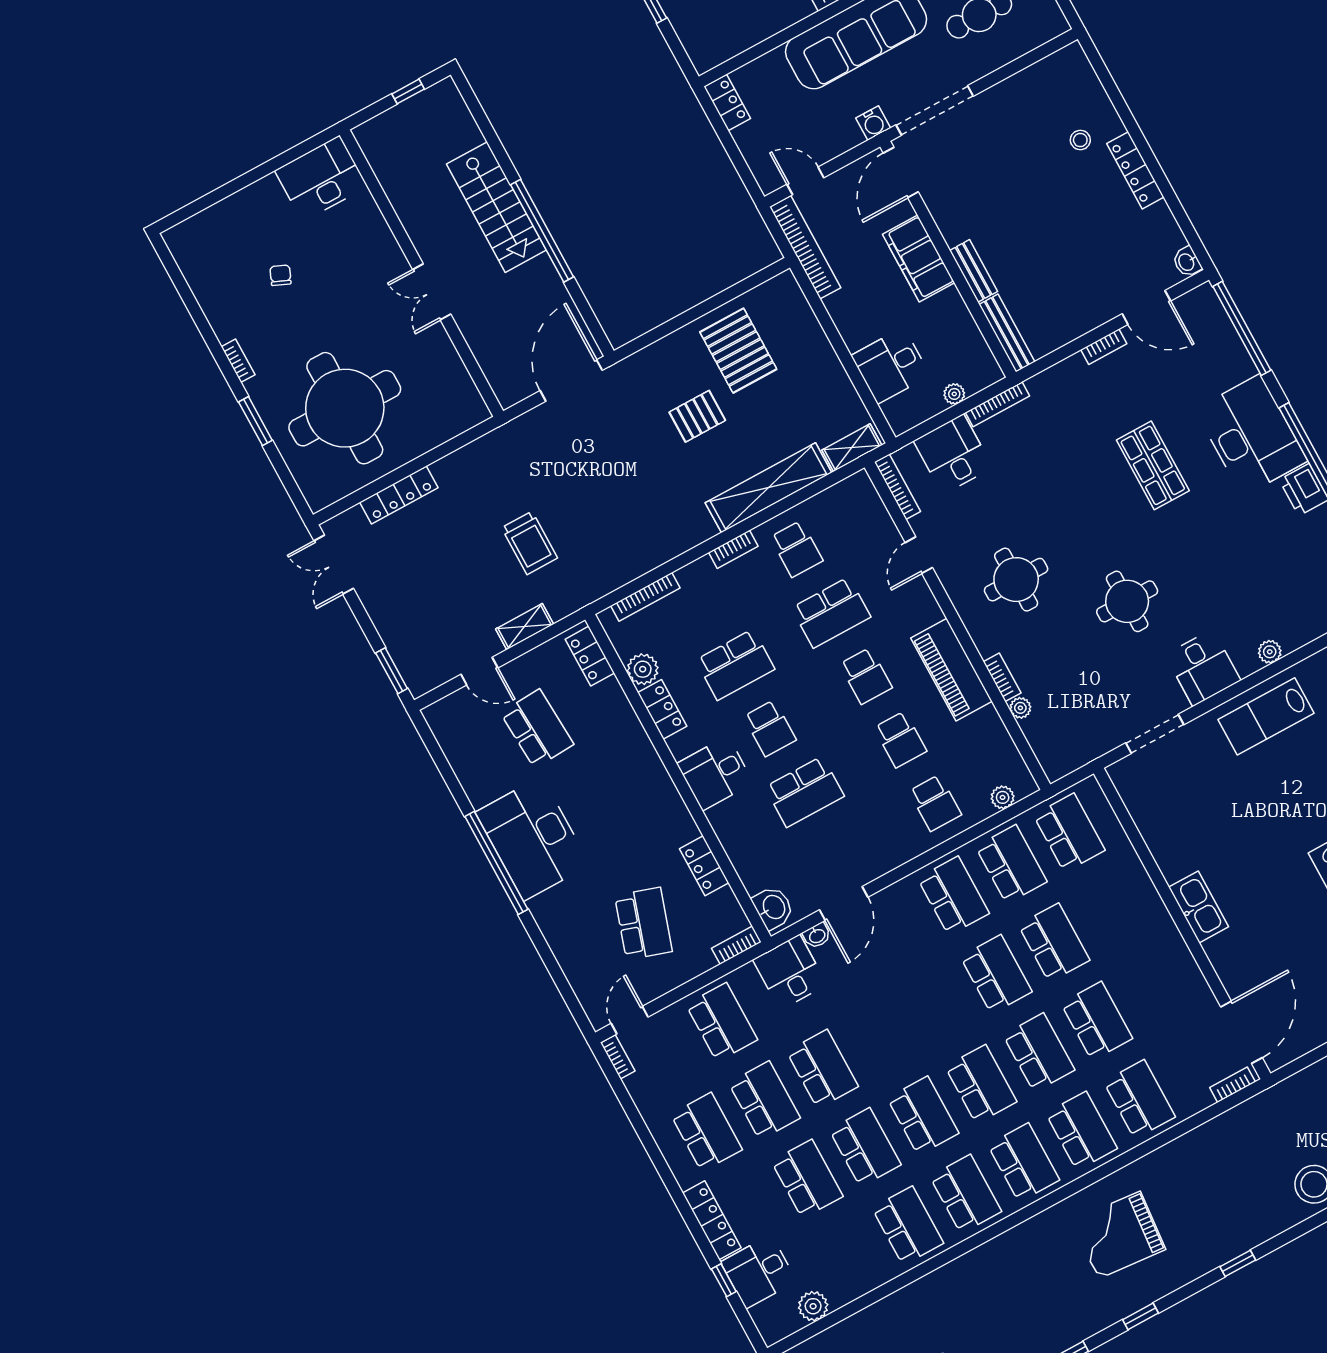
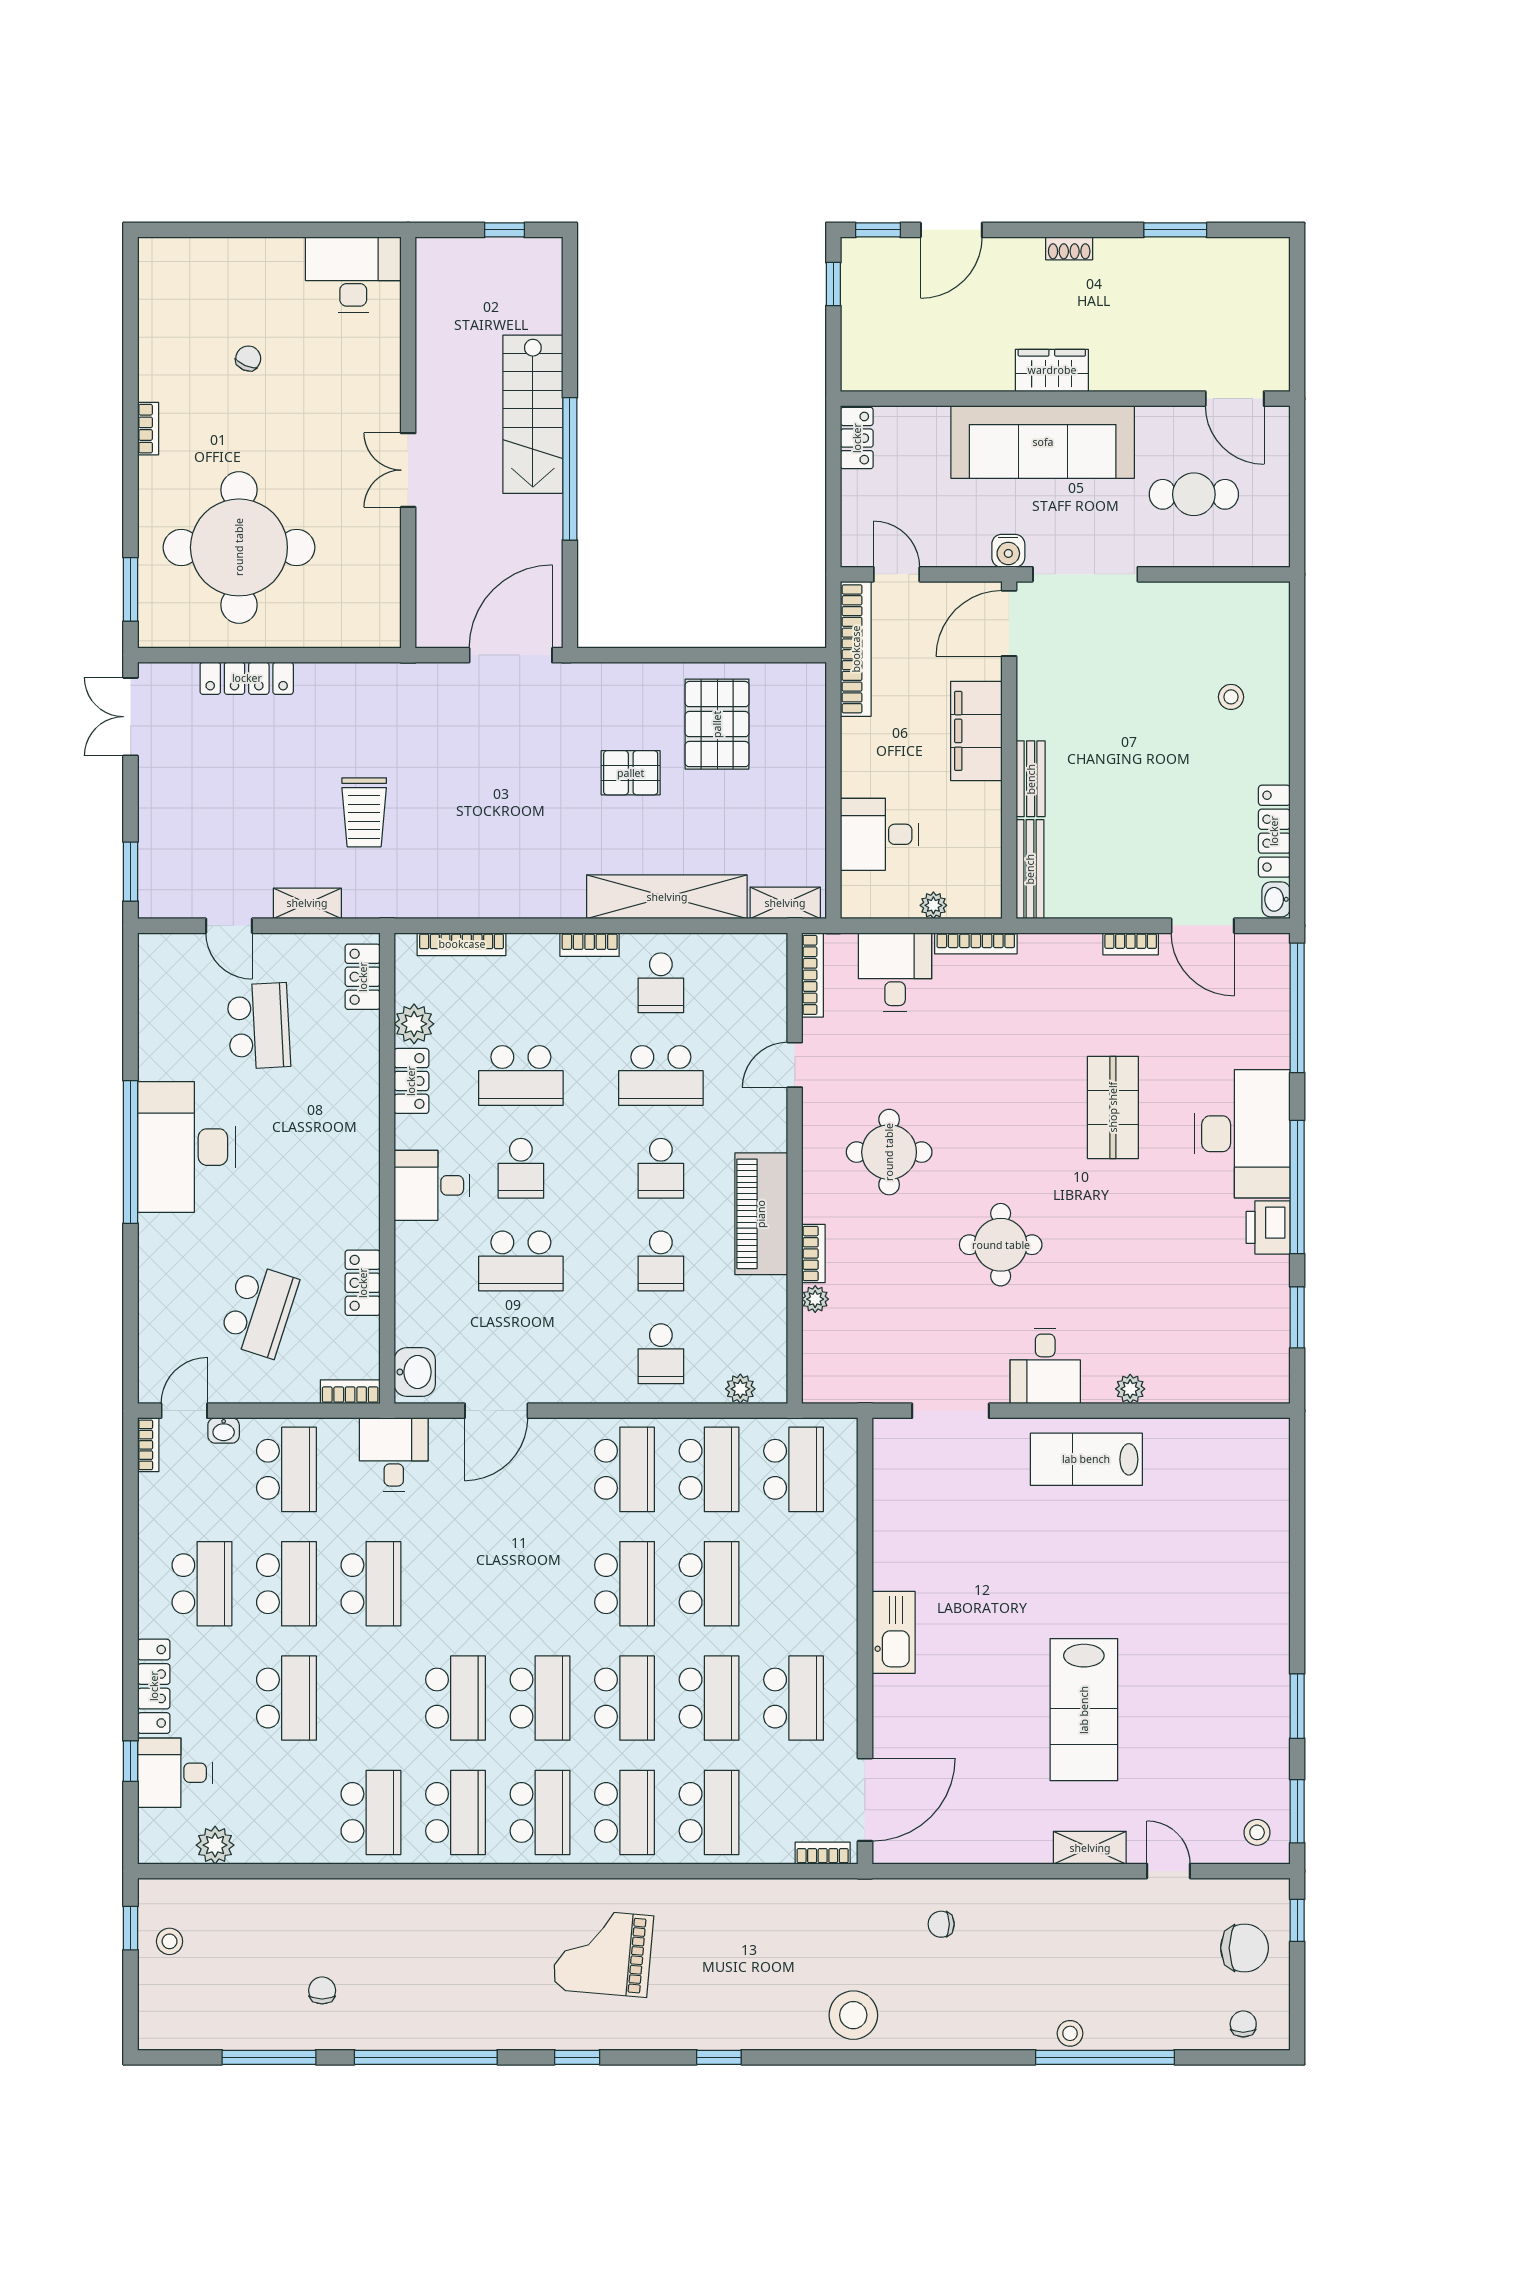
locker: (1135, 170) -> (1274, 831), moved
window: (255, 421) -> (131, 589), moved
washbasin: (817, 936) -> (224, 1430), moved
school desk: (865, 1147) -> (794, 1698), moved

